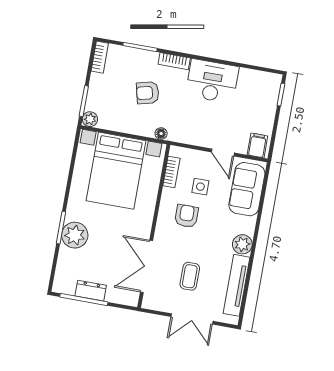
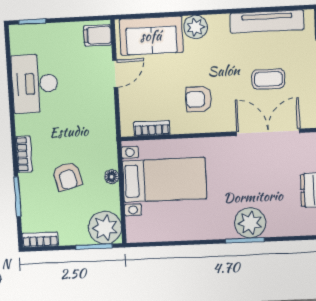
desk: (212, 81) -> (35, 84), moved
plant: (90, 119) -> (105, 228), width x1.88, depth x1.88
floor lamp: (161, 134) -> (112, 177), moved
bed with nightstands: (116, 171) -> (164, 180), width x0.73
side table: (200, 187) -> (161, 91), removed
plant: (242, 244) -> (195, 27), moved
double door: (147, 266) -> (268, 132), swing flipped

